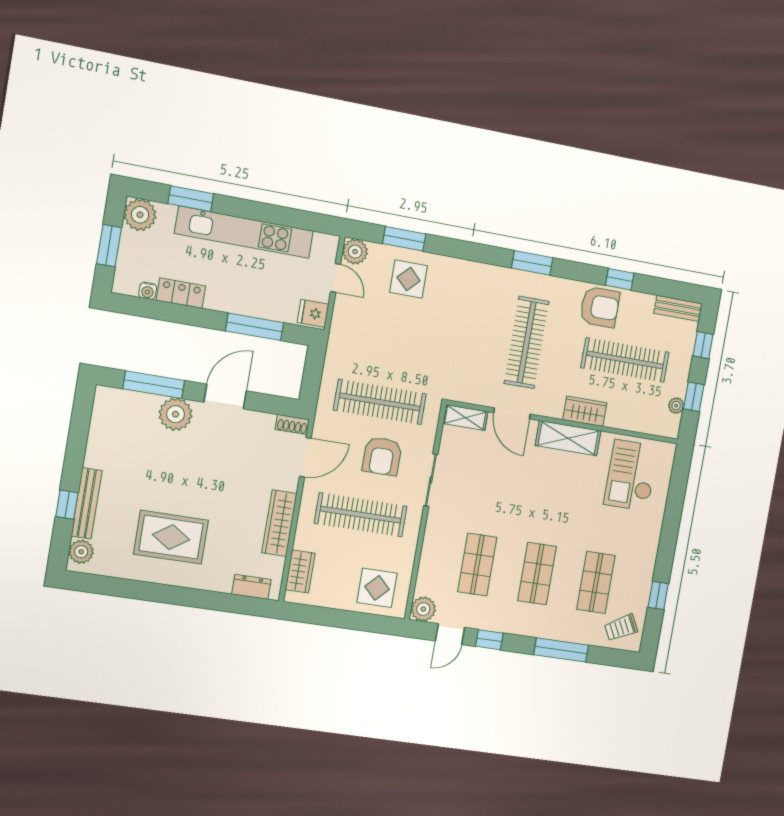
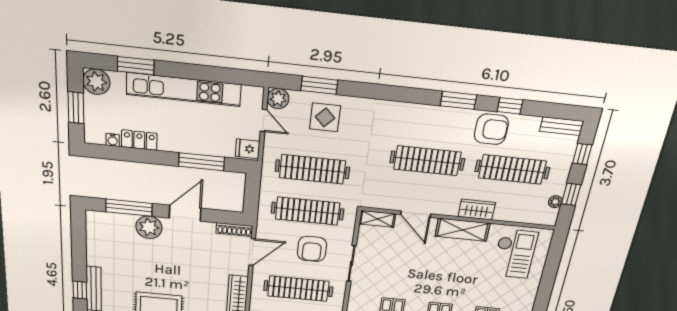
window: (532, 263) -> (458, 100), moved
clothes rail: (527, 342) -> (427, 161), turned 90
clothes rail: (390, 345) -> (312, 169), added
shoe rack: (292, 424) -> (234, 230), width x1.43
checkout: (631, 475) -> (514, 254), turned 180

